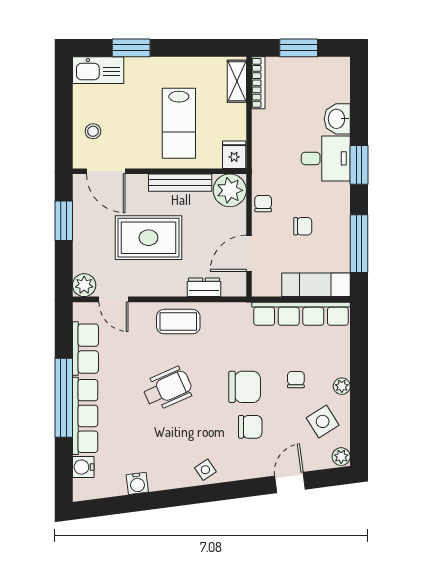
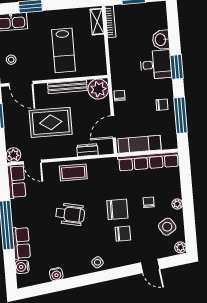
fridge: (234, 155) -> (99, 67), removed
chair: (303, 226) -> (162, 105), moved
exam couch: (316, 285) -> (140, 144), moved
row of seats: (85, 349) -> (16, 182), moved
wheelchair: (167, 389) -> (70, 214), turned 36
row of seats: (85, 416) -> (21, 243), width x0.68
door: (290, 483) -> (150, 266), swing flipped

